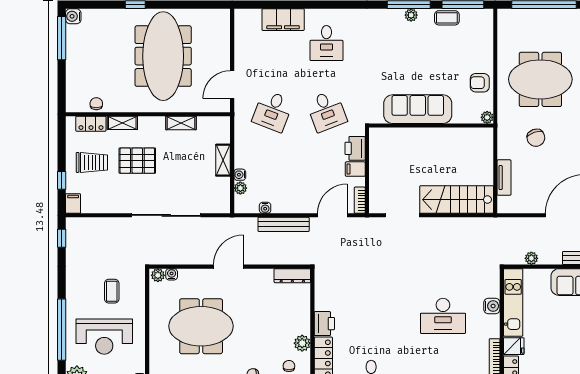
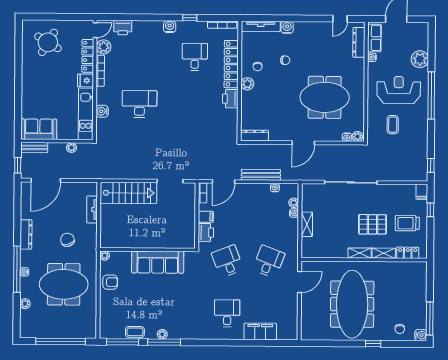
chair: (96, 104) -> (400, 329), moved
shelving: (181, 123) -> (360, 253), moved

